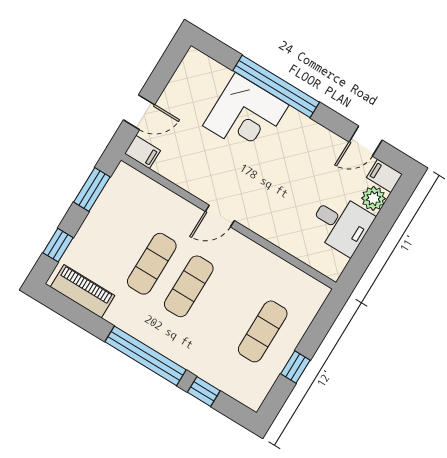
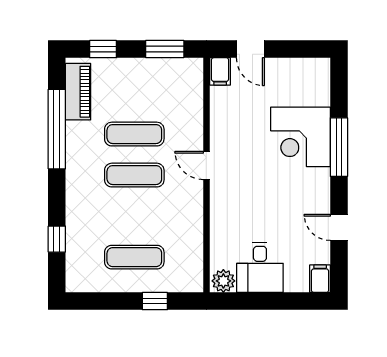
window: (276, 86) -> (339, 147), width x0.68
door: (366, 141) -> (339, 227), moved
plant: (373, 198) -> (223, 281), moved
window: (145, 356) -> (57, 129), moved
window: (295, 367) -> (155, 301), moved

